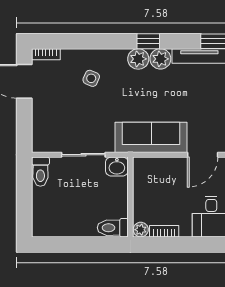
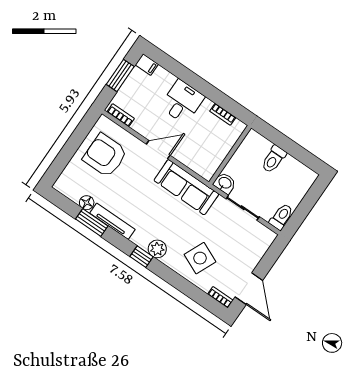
plant: (160, 59) -> (141, 238), removed
side table: (91, 78) -> (200, 258), width x1.87, depth x1.87
toilet: (113, 228) -> (274, 159), moved, turned 90
plant: (141, 230) -> (239, 127), removed

